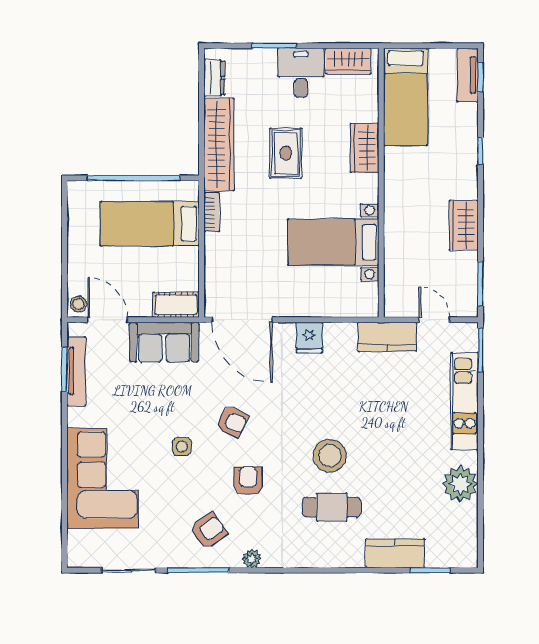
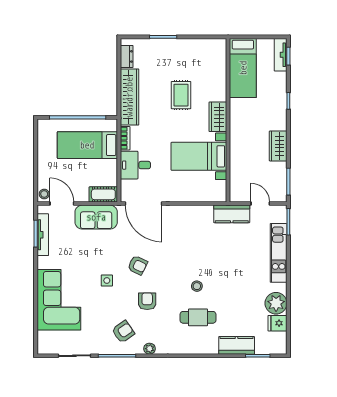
wardrobe: (348, 61) -> (208, 46), removed
desk: (301, 73) -> (135, 165), moved, turned -90
wardrobe: (365, 148) -> (218, 117), moved
rug: (286, 153) -> (181, 95), moved
fridge: (309, 338) -> (278, 323), moved, turned 90
stool: (330, 456) -> (197, 286), width x0.53, depth x0.53

